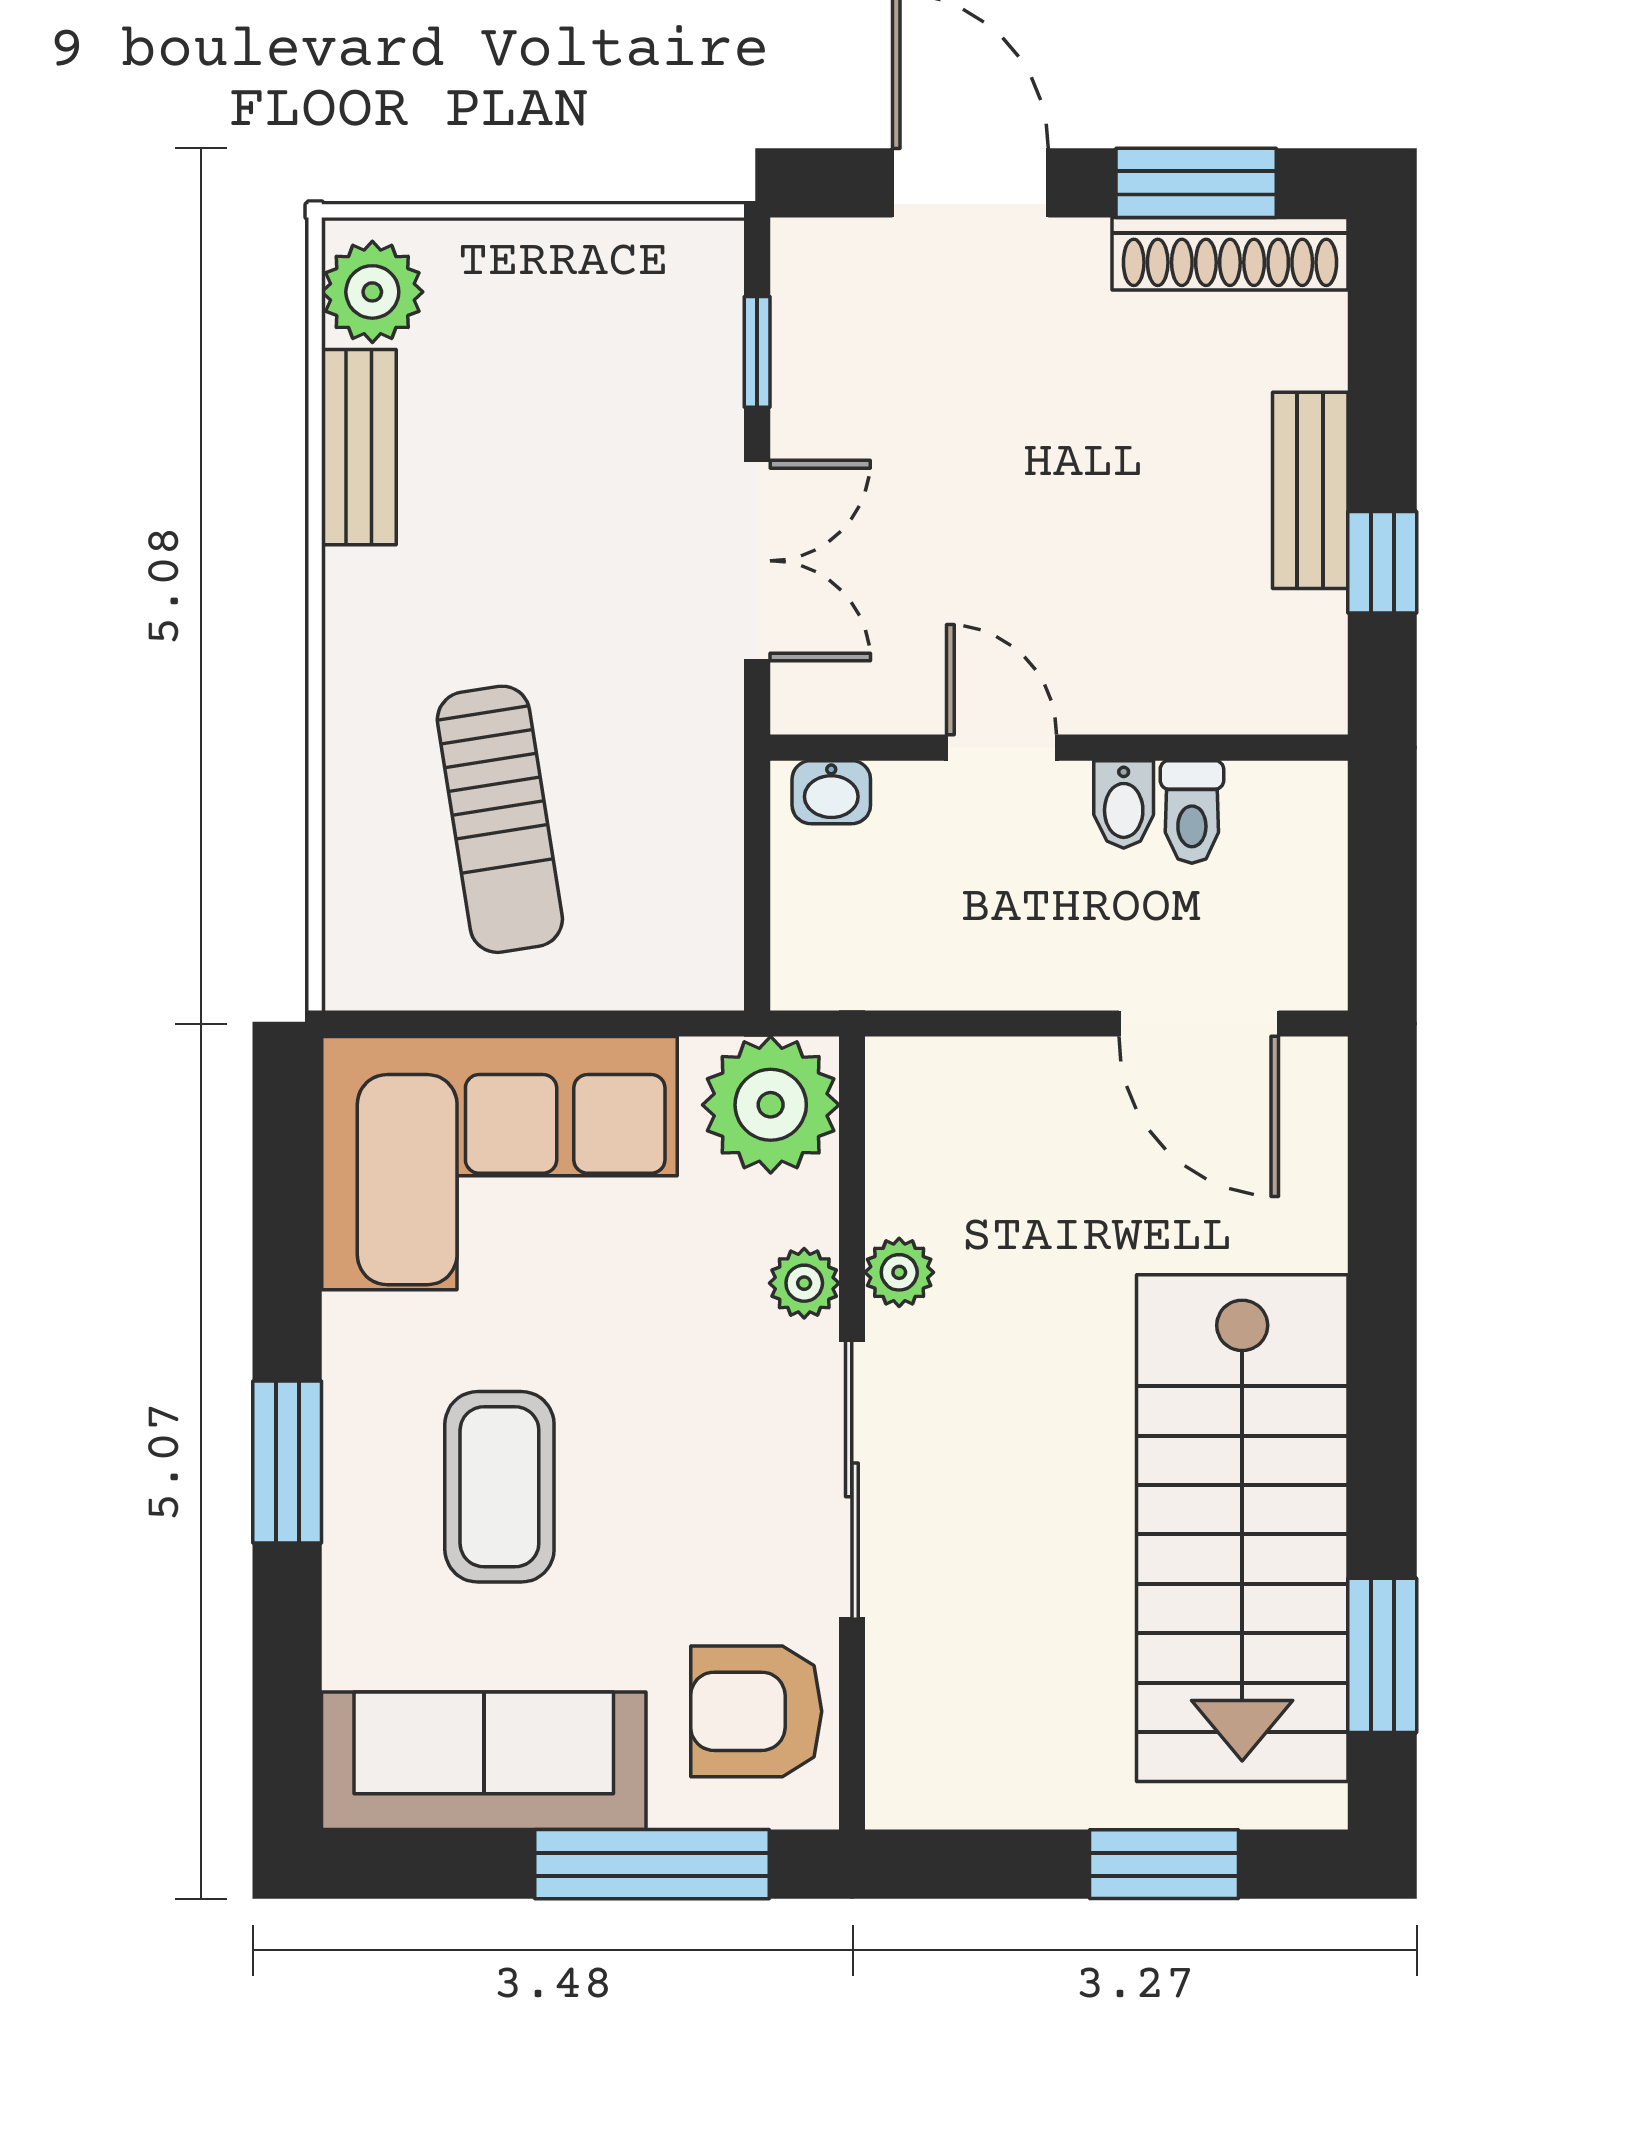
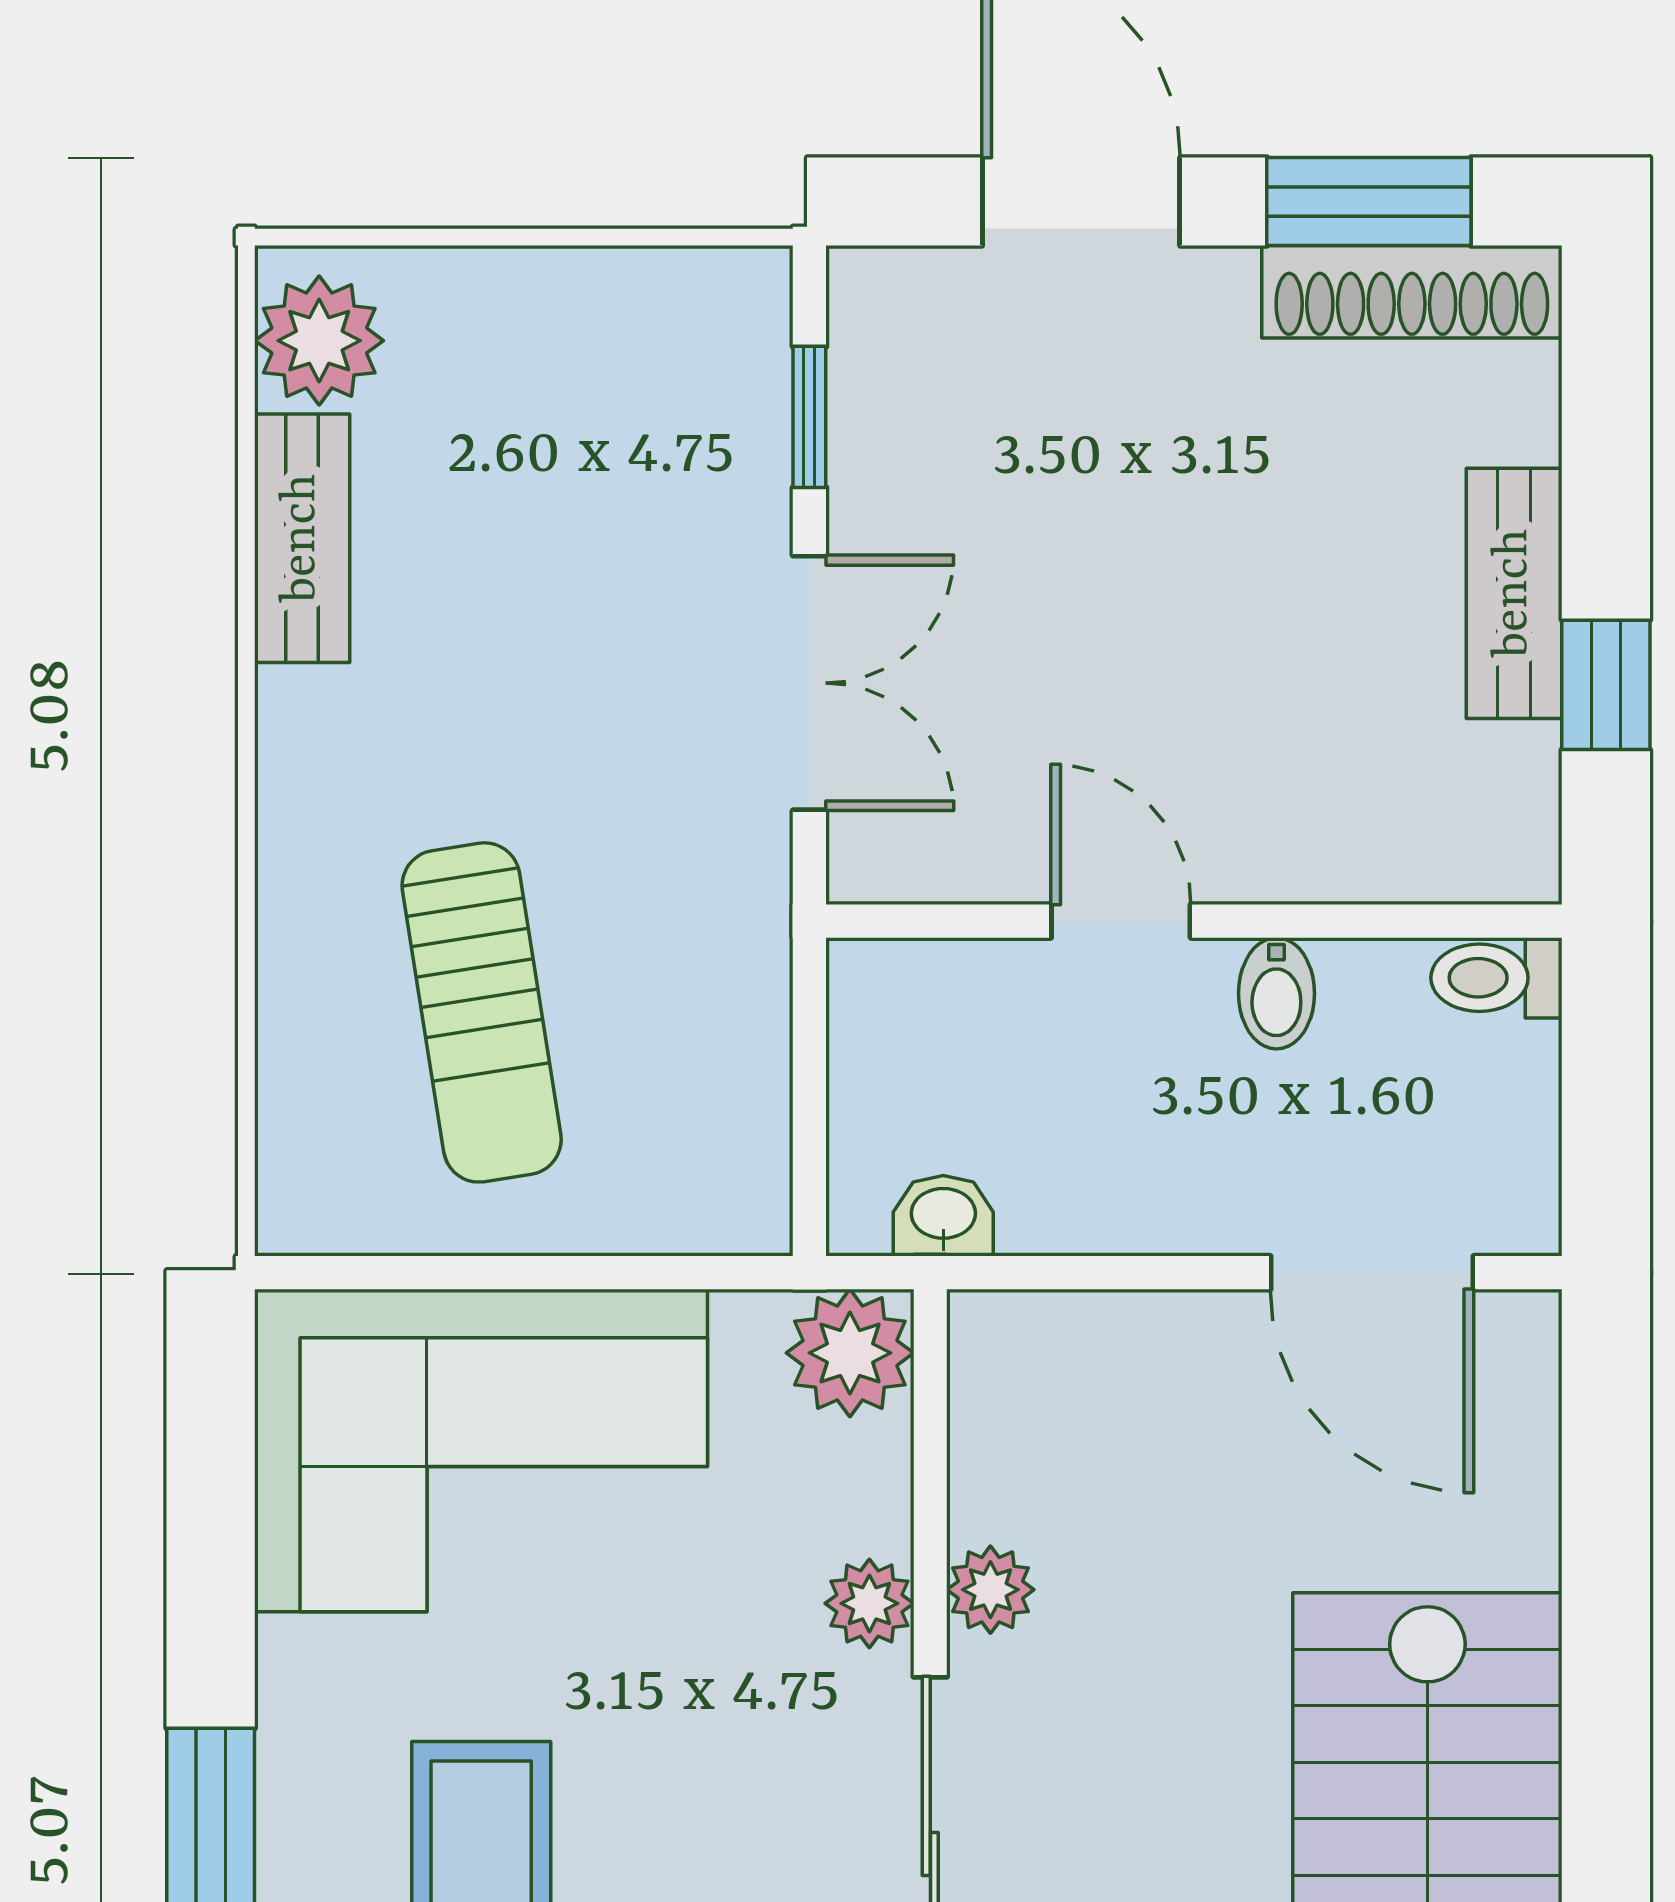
washbasin: (831, 792) -> (943, 1216), moved, turned 180
toilet: (1192, 812) -> (1496, 978), moved, turned 90
plant: (771, 1105) -> (850, 1353), width x0.73, depth x0.73

